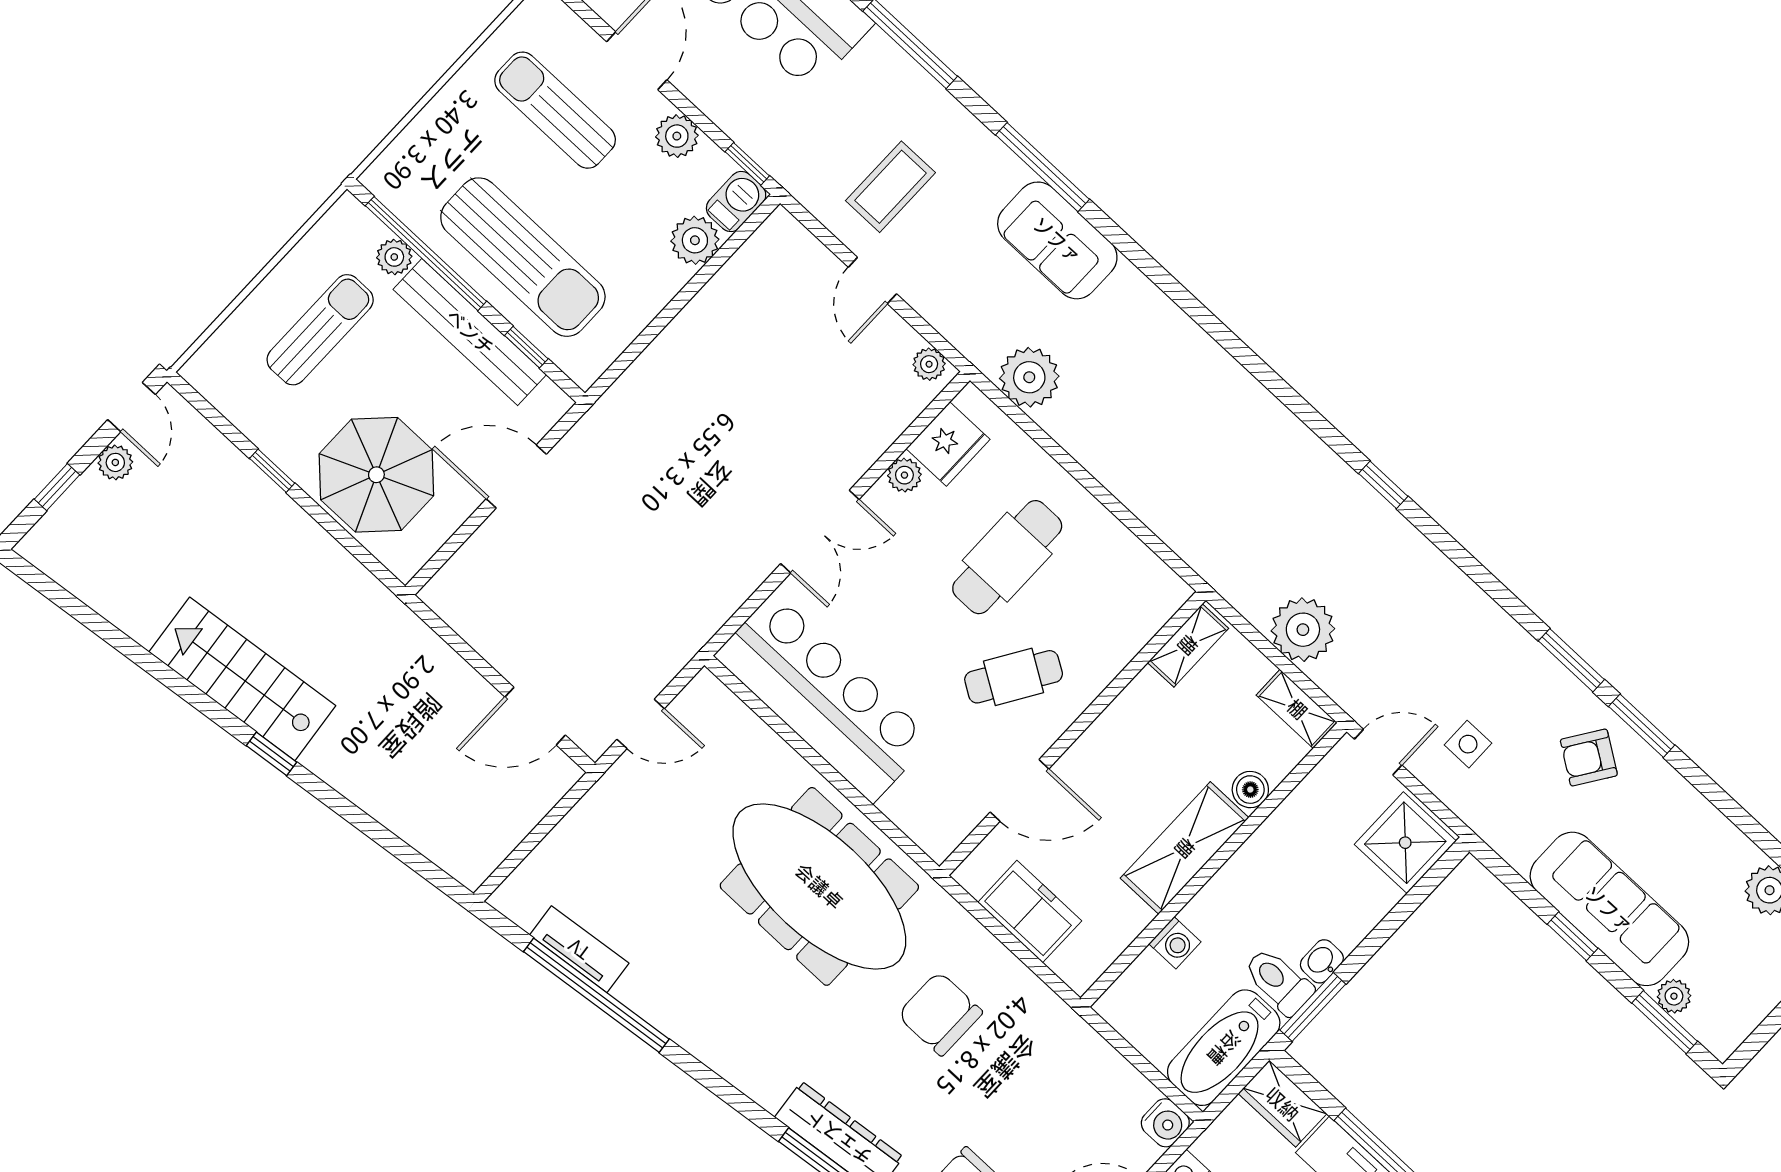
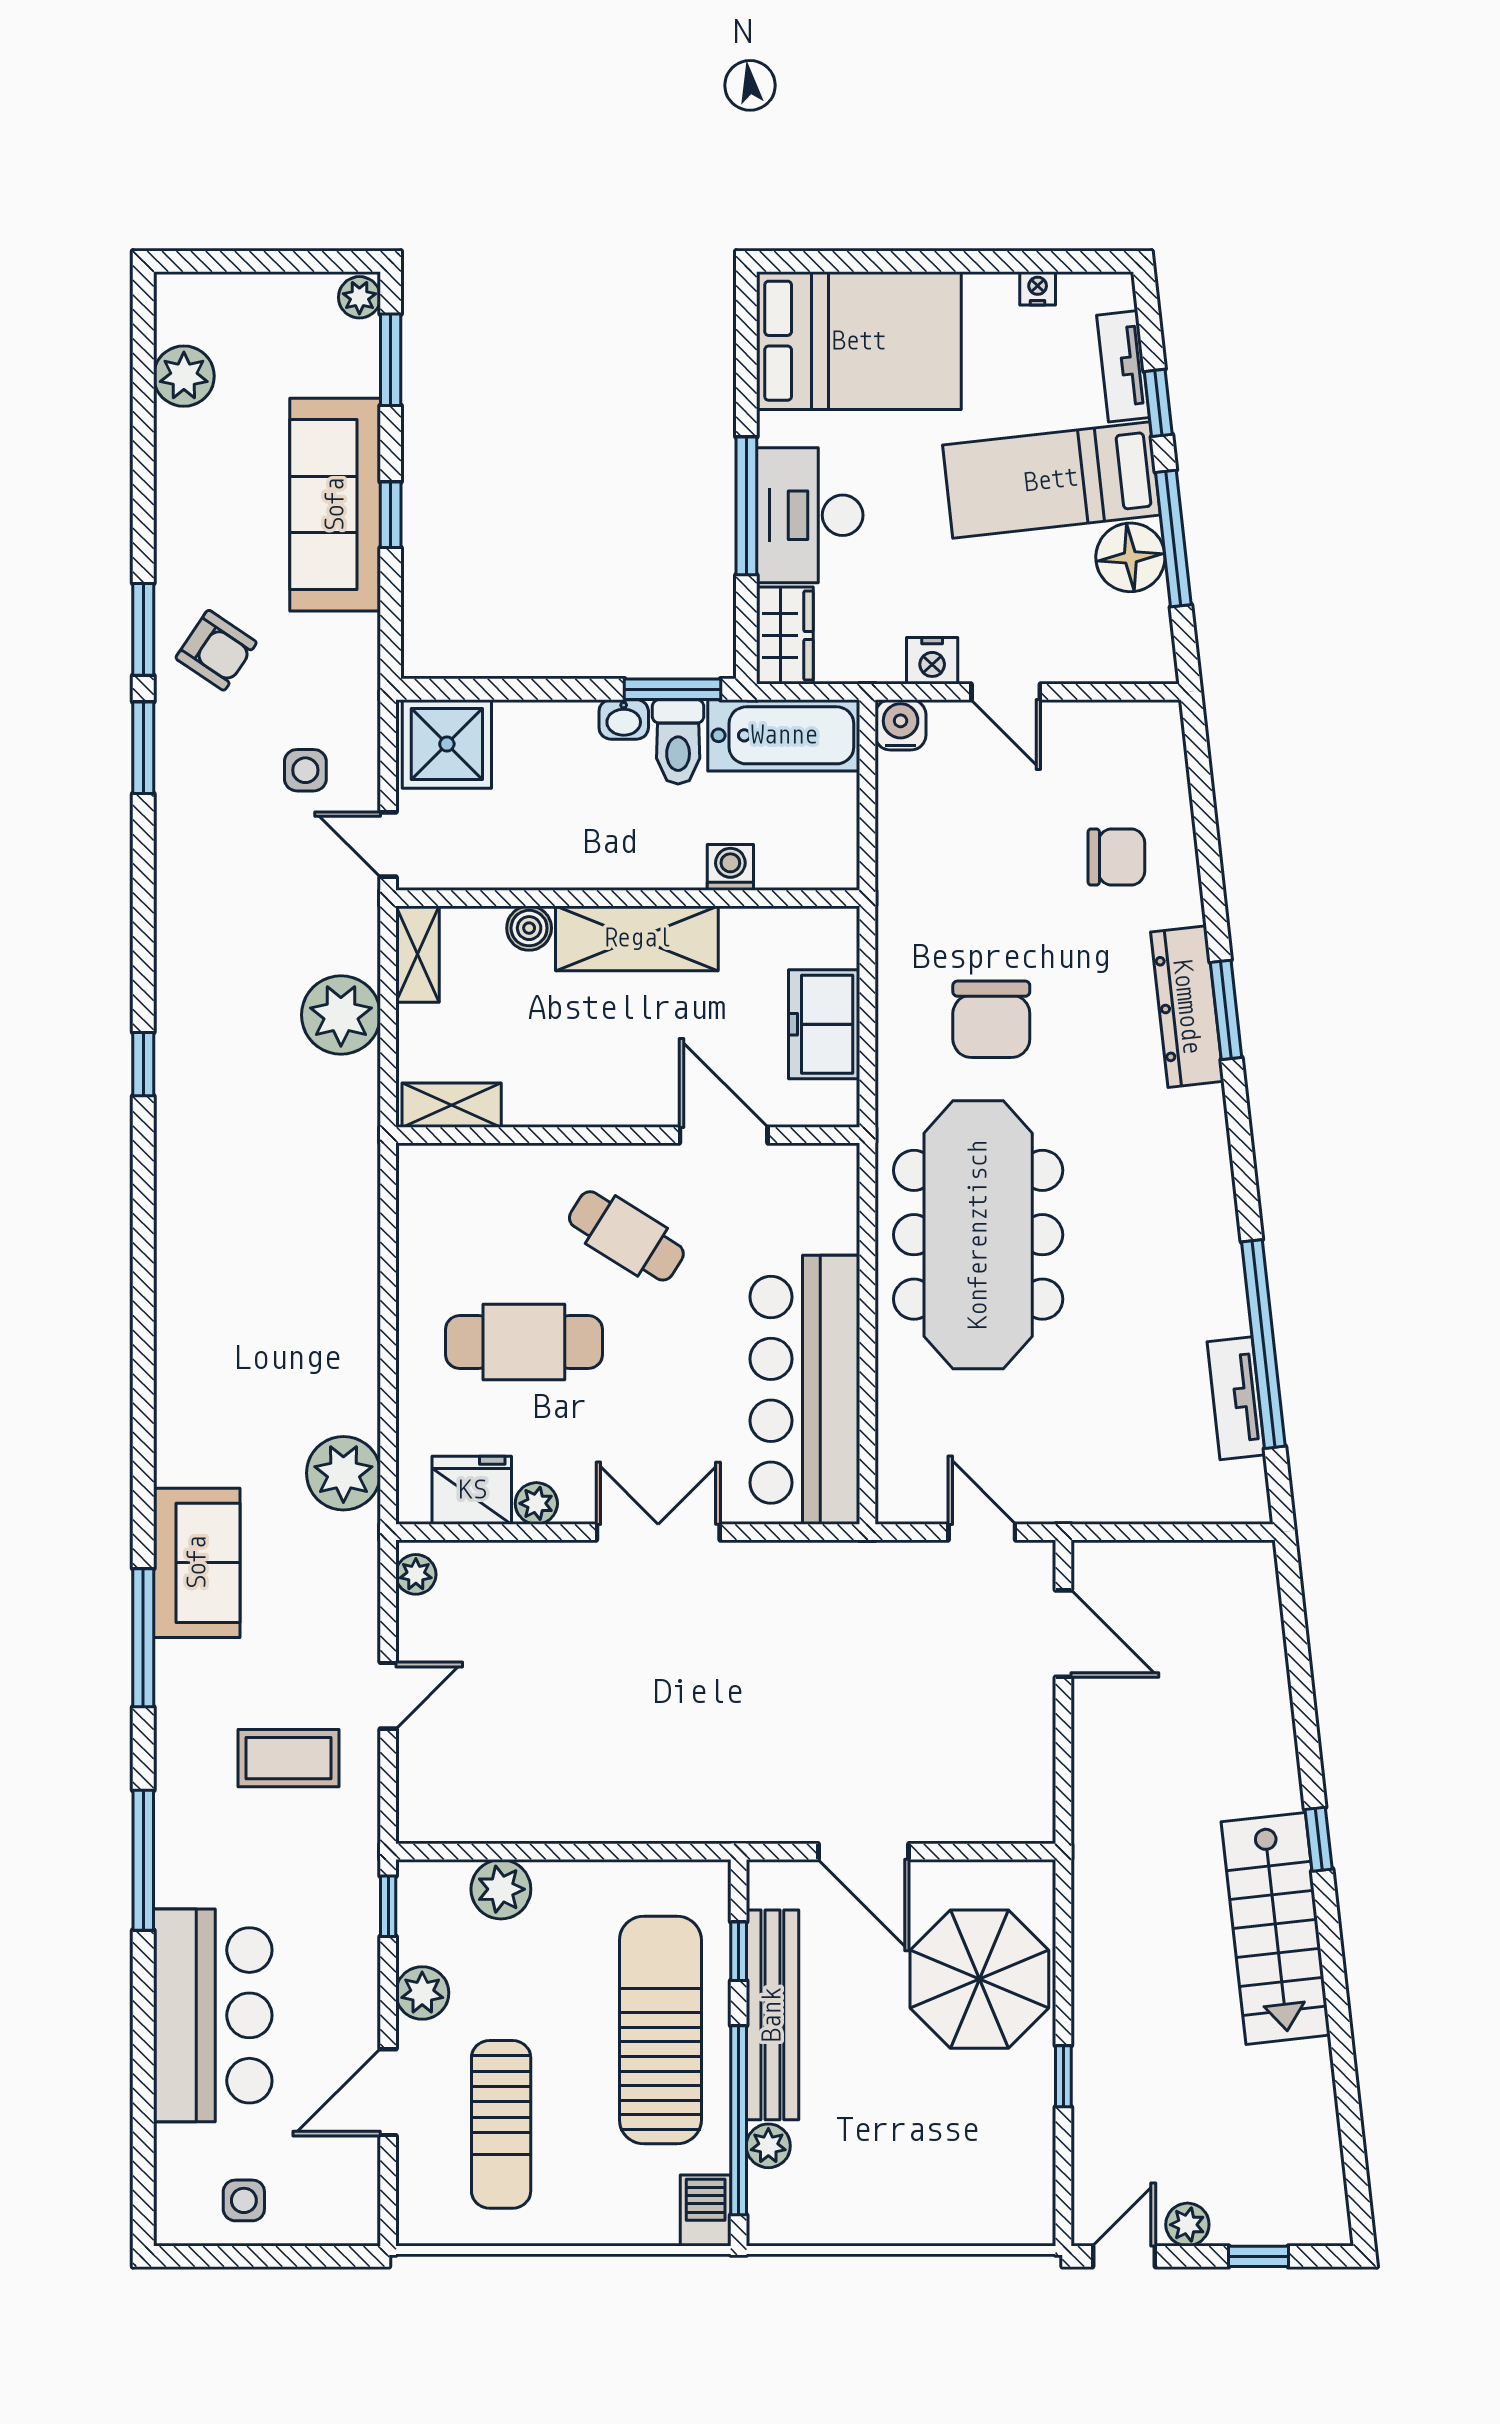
barbecue: (736, 202) -> (706, 2210), moved, turned 90
sun lounger: (320, 330) -> (896, 2152), removed
plant: (1674, 996) -> (359, 297), moved

